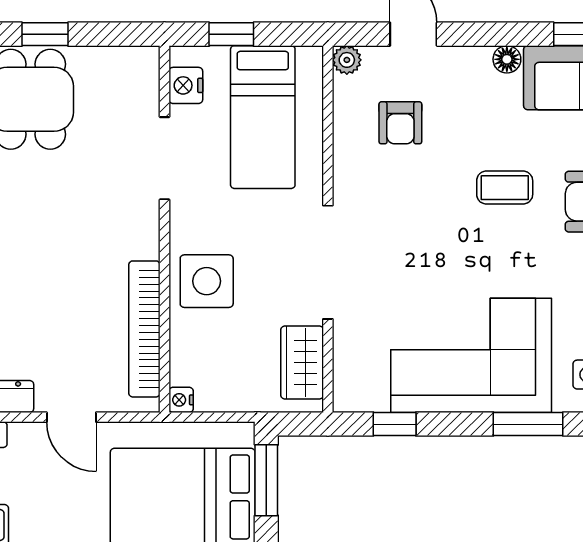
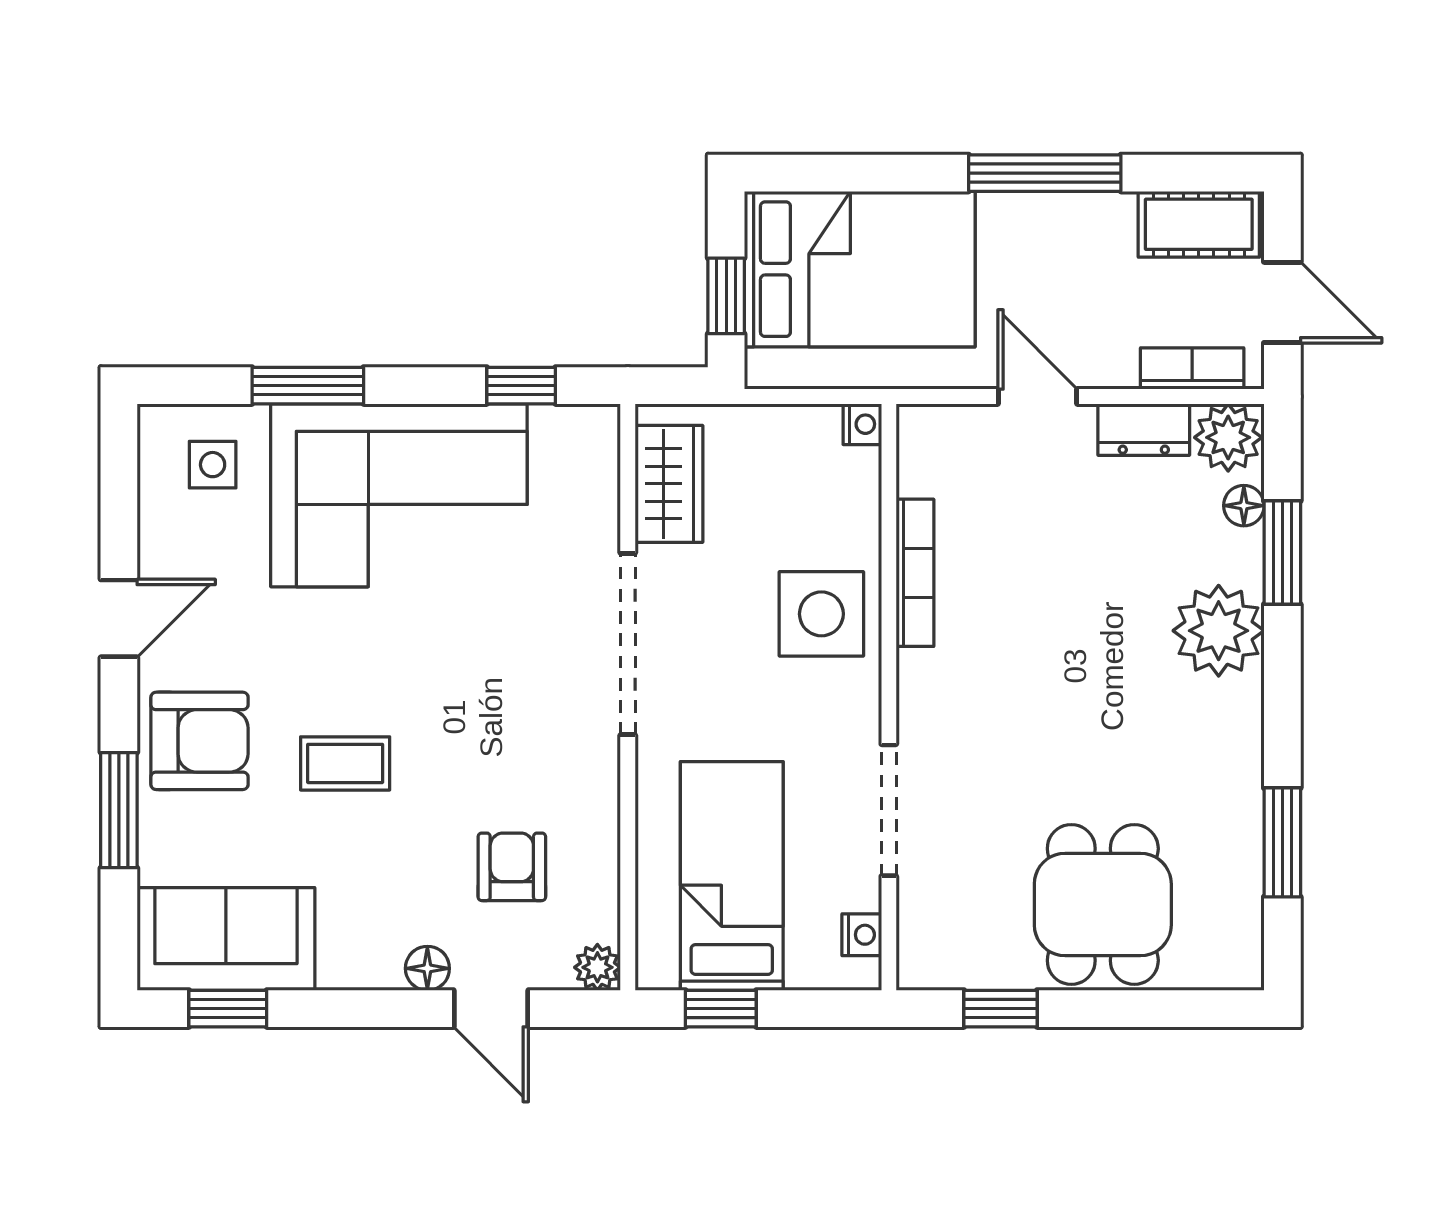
window: (45, 34) -> (1000, 1009), moved
window: (231, 34) -> (721, 1009), moved
floor lamp: (507, 59) -> (427, 968), moved
nightstand: (186, 85) -> (862, 935), width x0.72, depth x0.74
bookcase: (144, 329) -> (915, 573), width x0.68, depth x0.76
window: (266, 480) -> (726, 296), width x0.67

